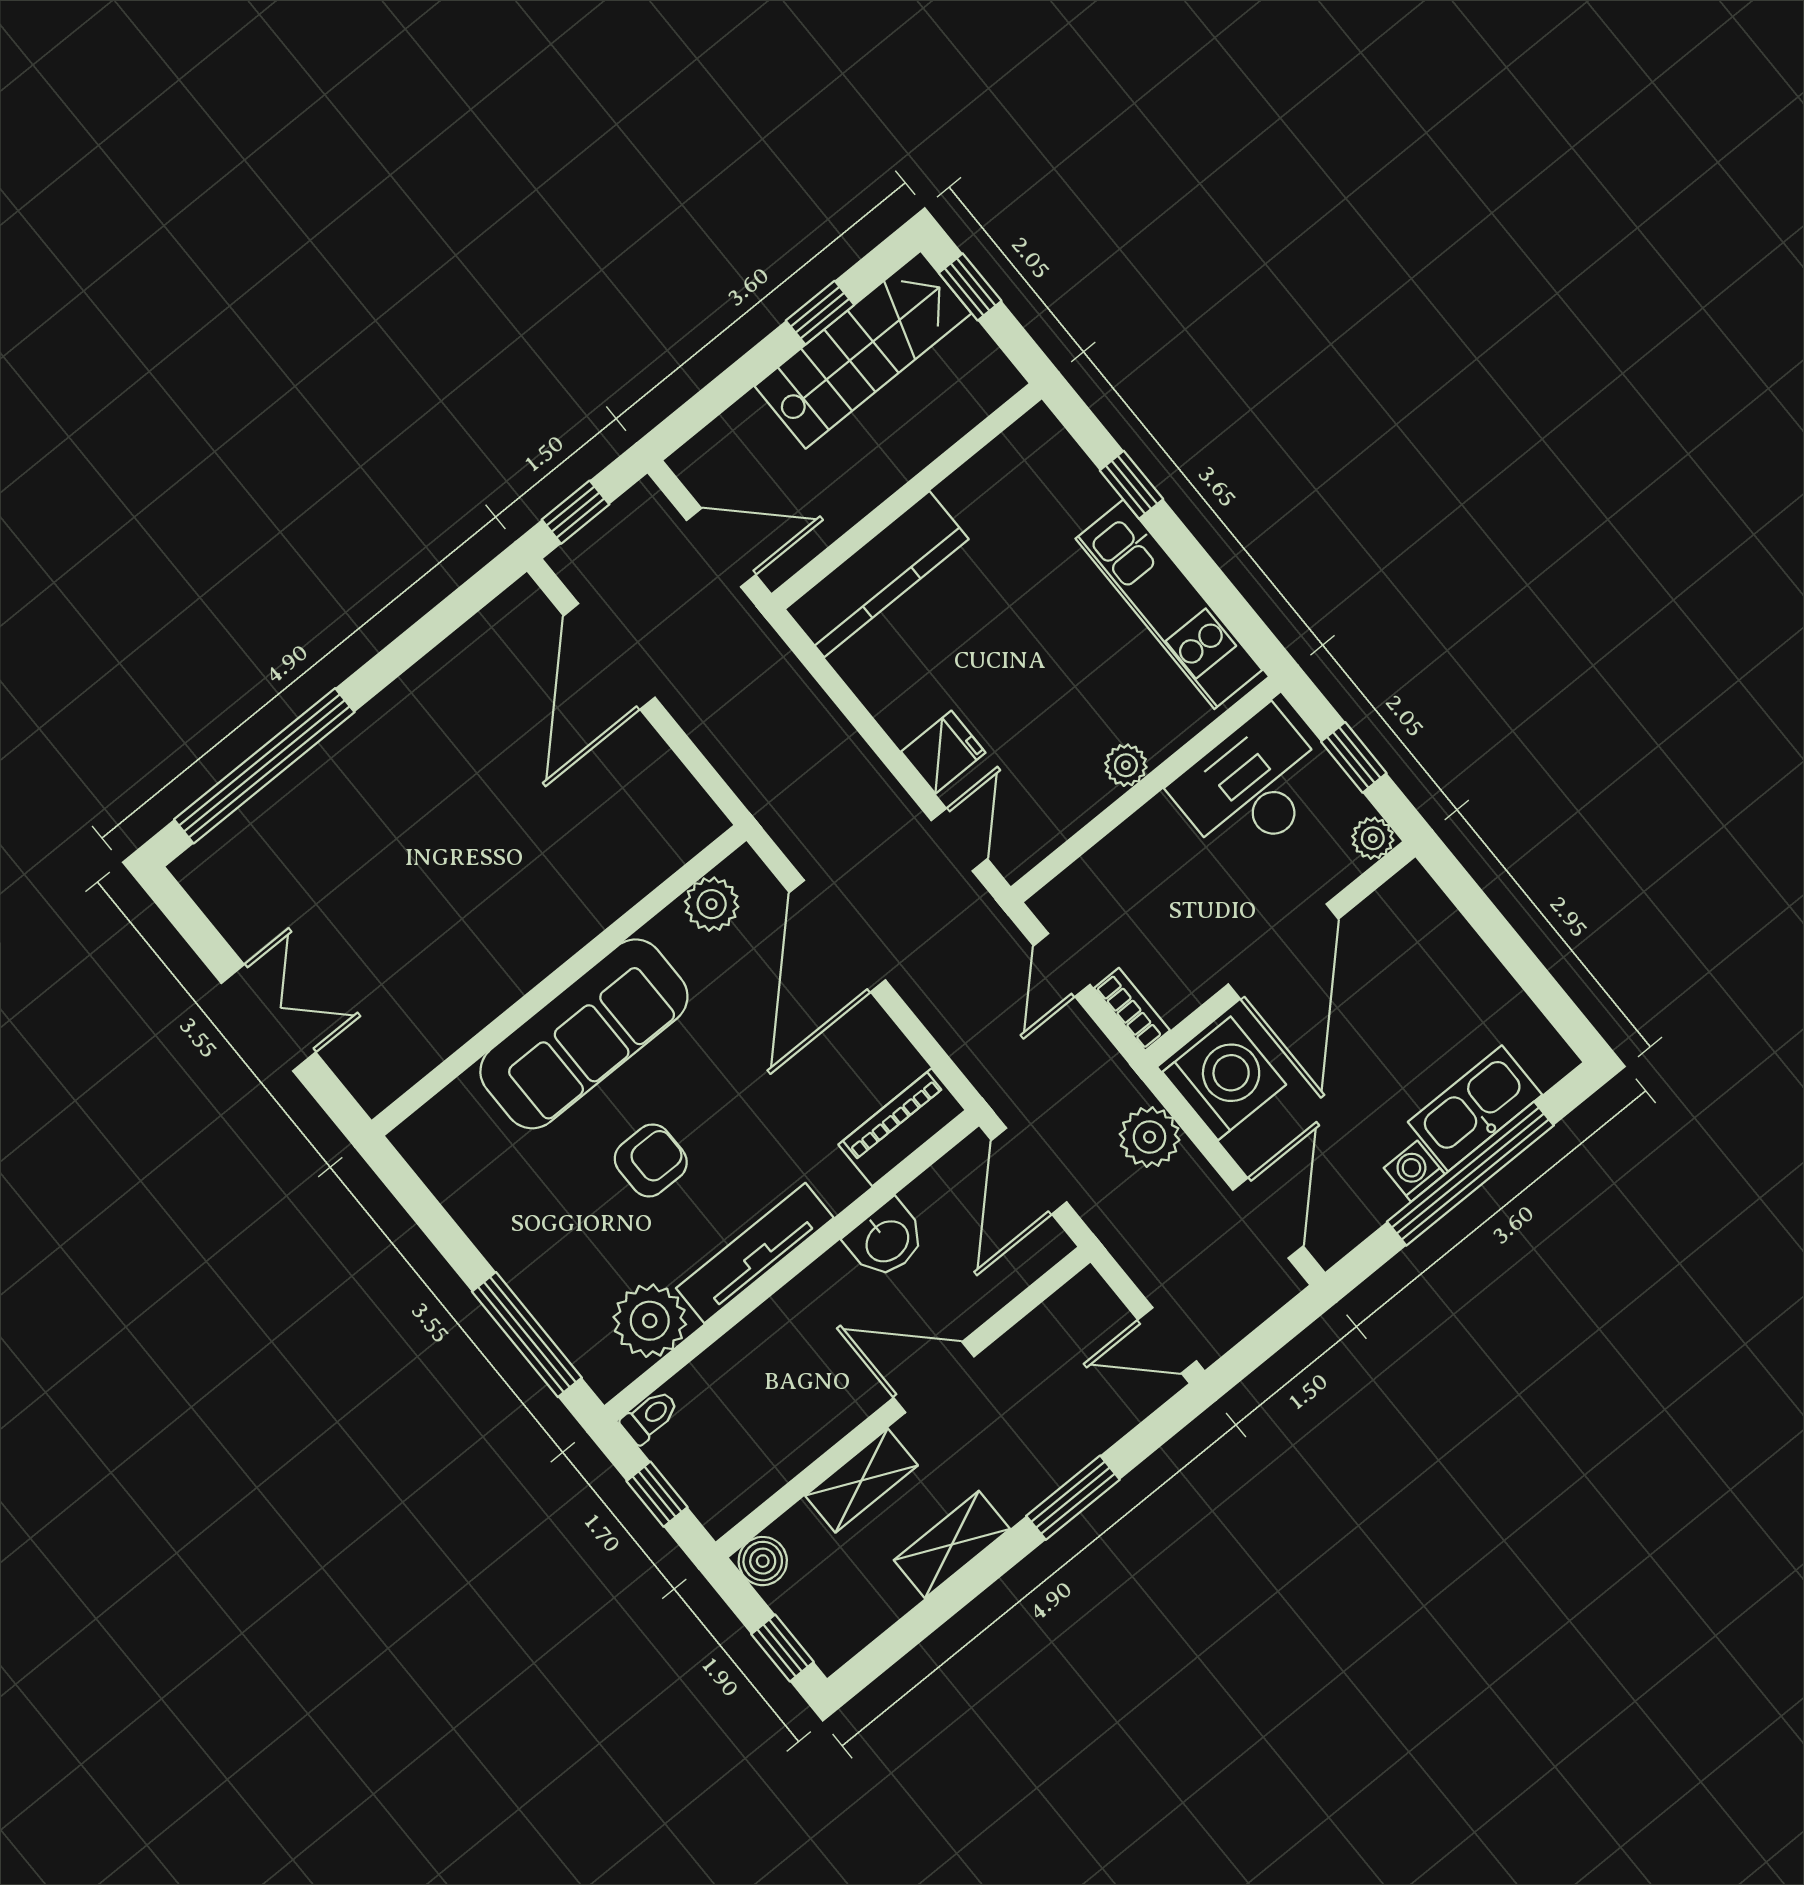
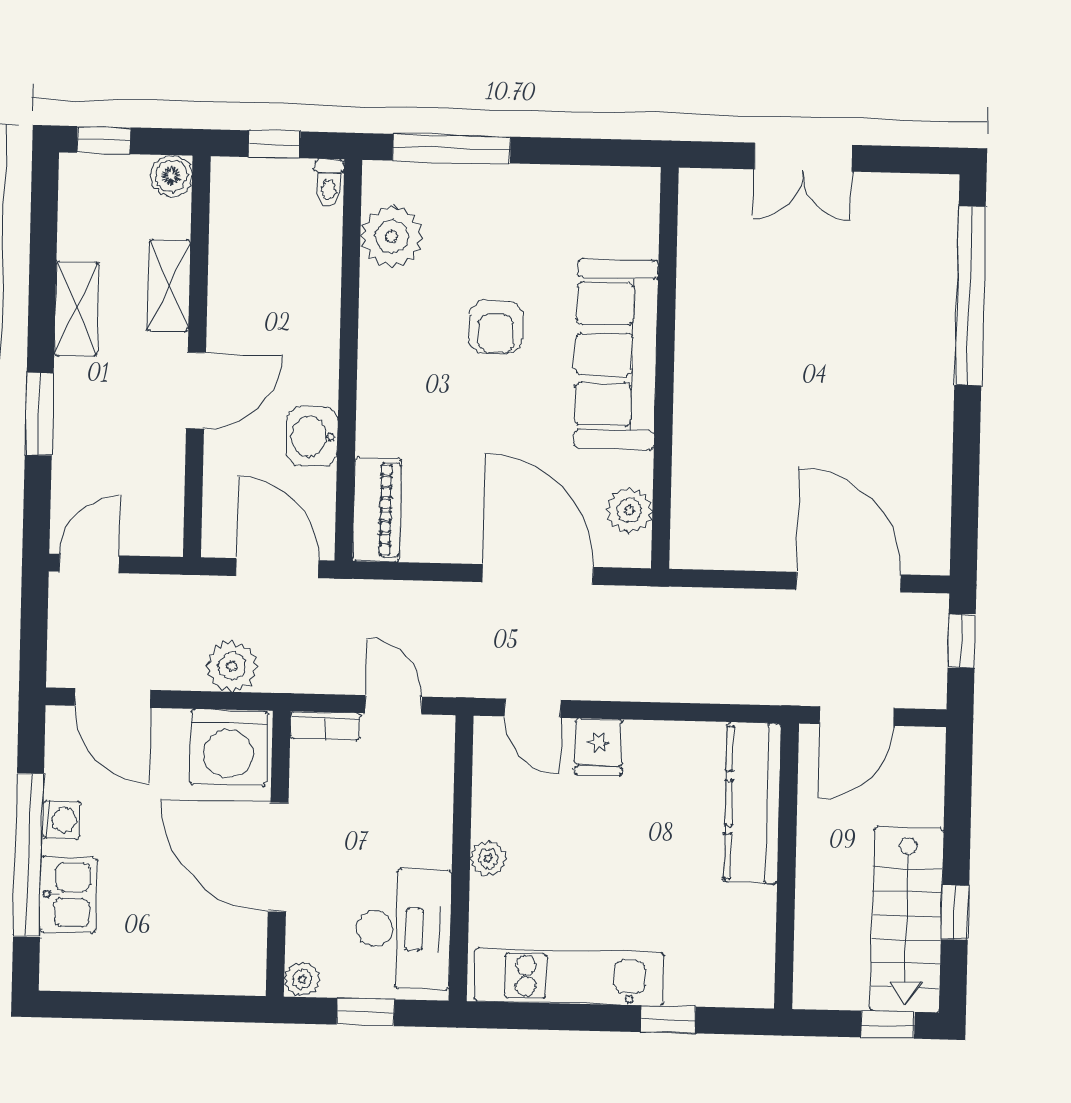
kitchen sink: (1475, 1108) -> (68, 895), width x0.73
tv unit: (755, 1253) -> (377, 343), removed

